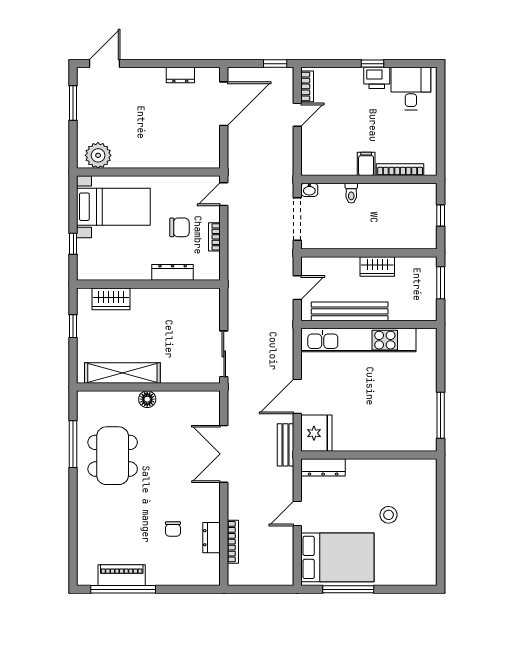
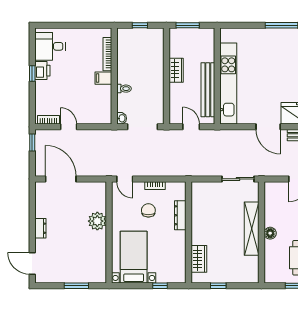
dresser: (180, 75) -> (40, 228), moved
window: (73, 103) -> (76, 286), moved
plant: (98, 155) -> (97, 221), moved
shelving: (122, 373) -> (252, 229), moved

